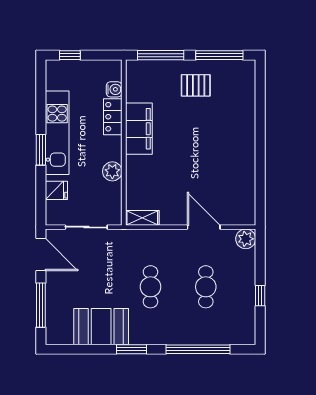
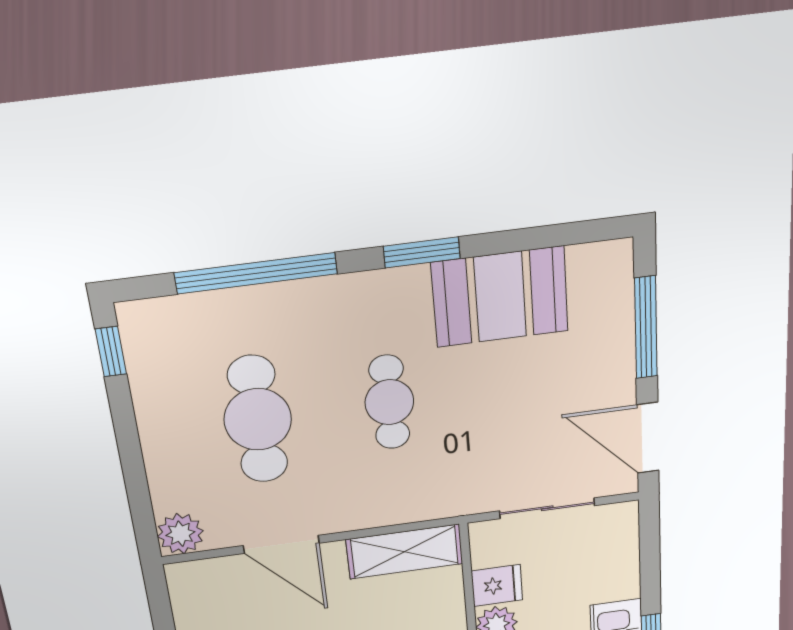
fridge: (56, 190) -> (497, 585), moved, turned 180
shelving: (142, 218) -> (405, 552), width x1.50, depth x1.33
cafe table: (206, 287) -> (258, 419), width x1.37, depth x1.35
window: (260, 296) -> (111, 352), moved

